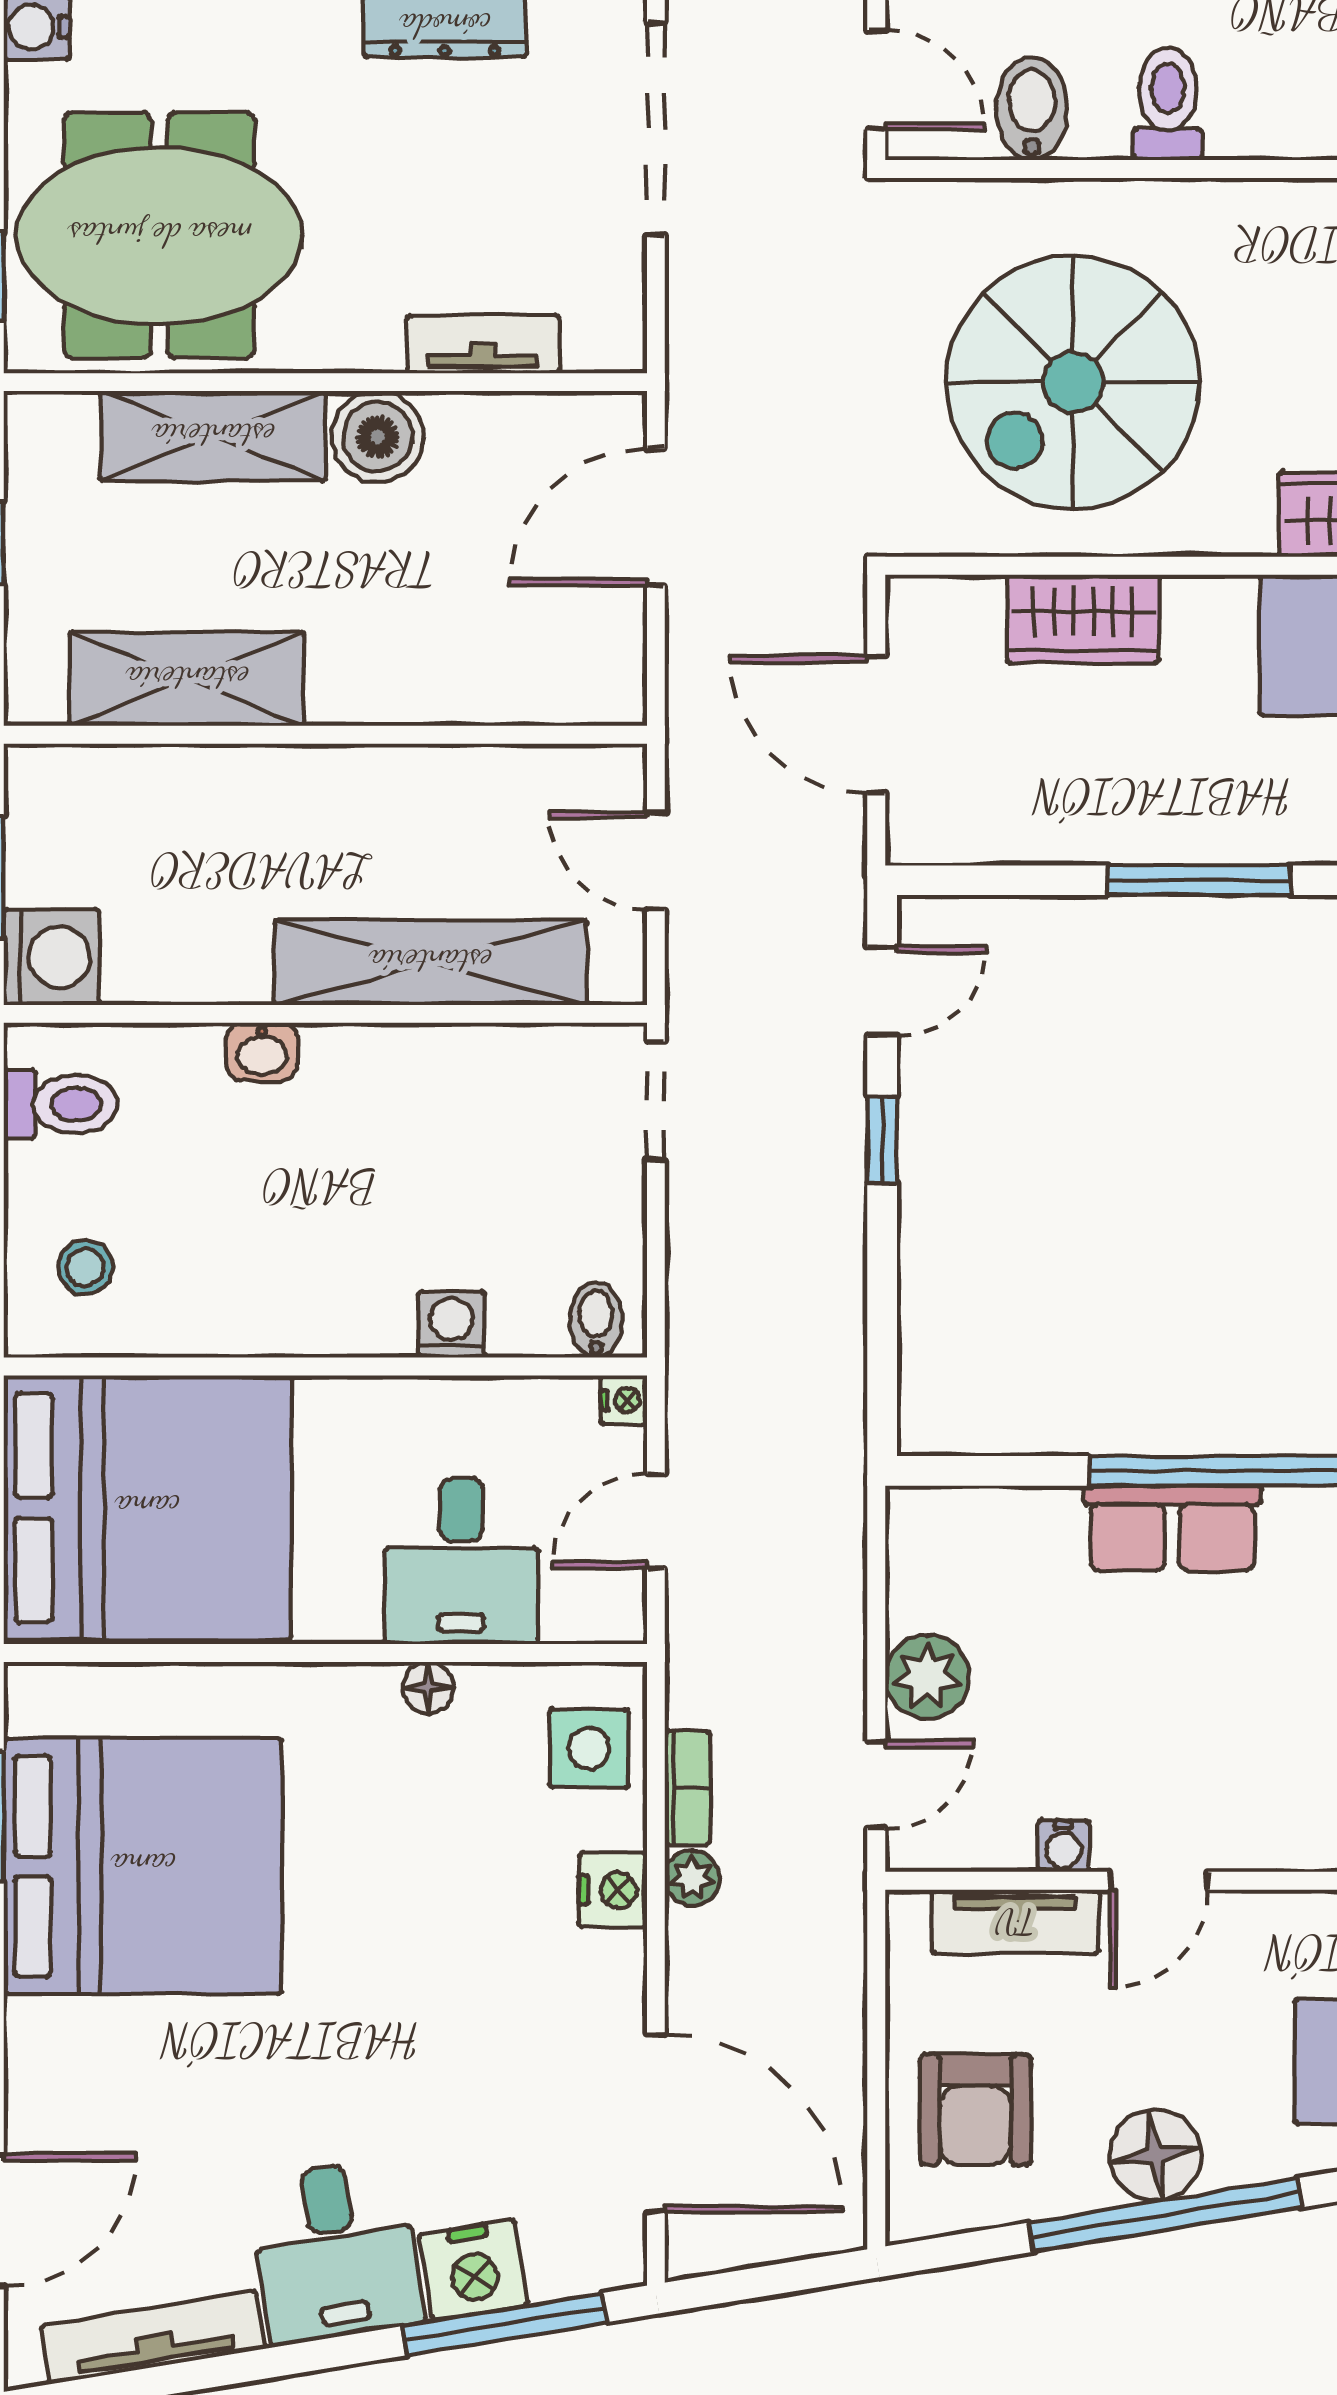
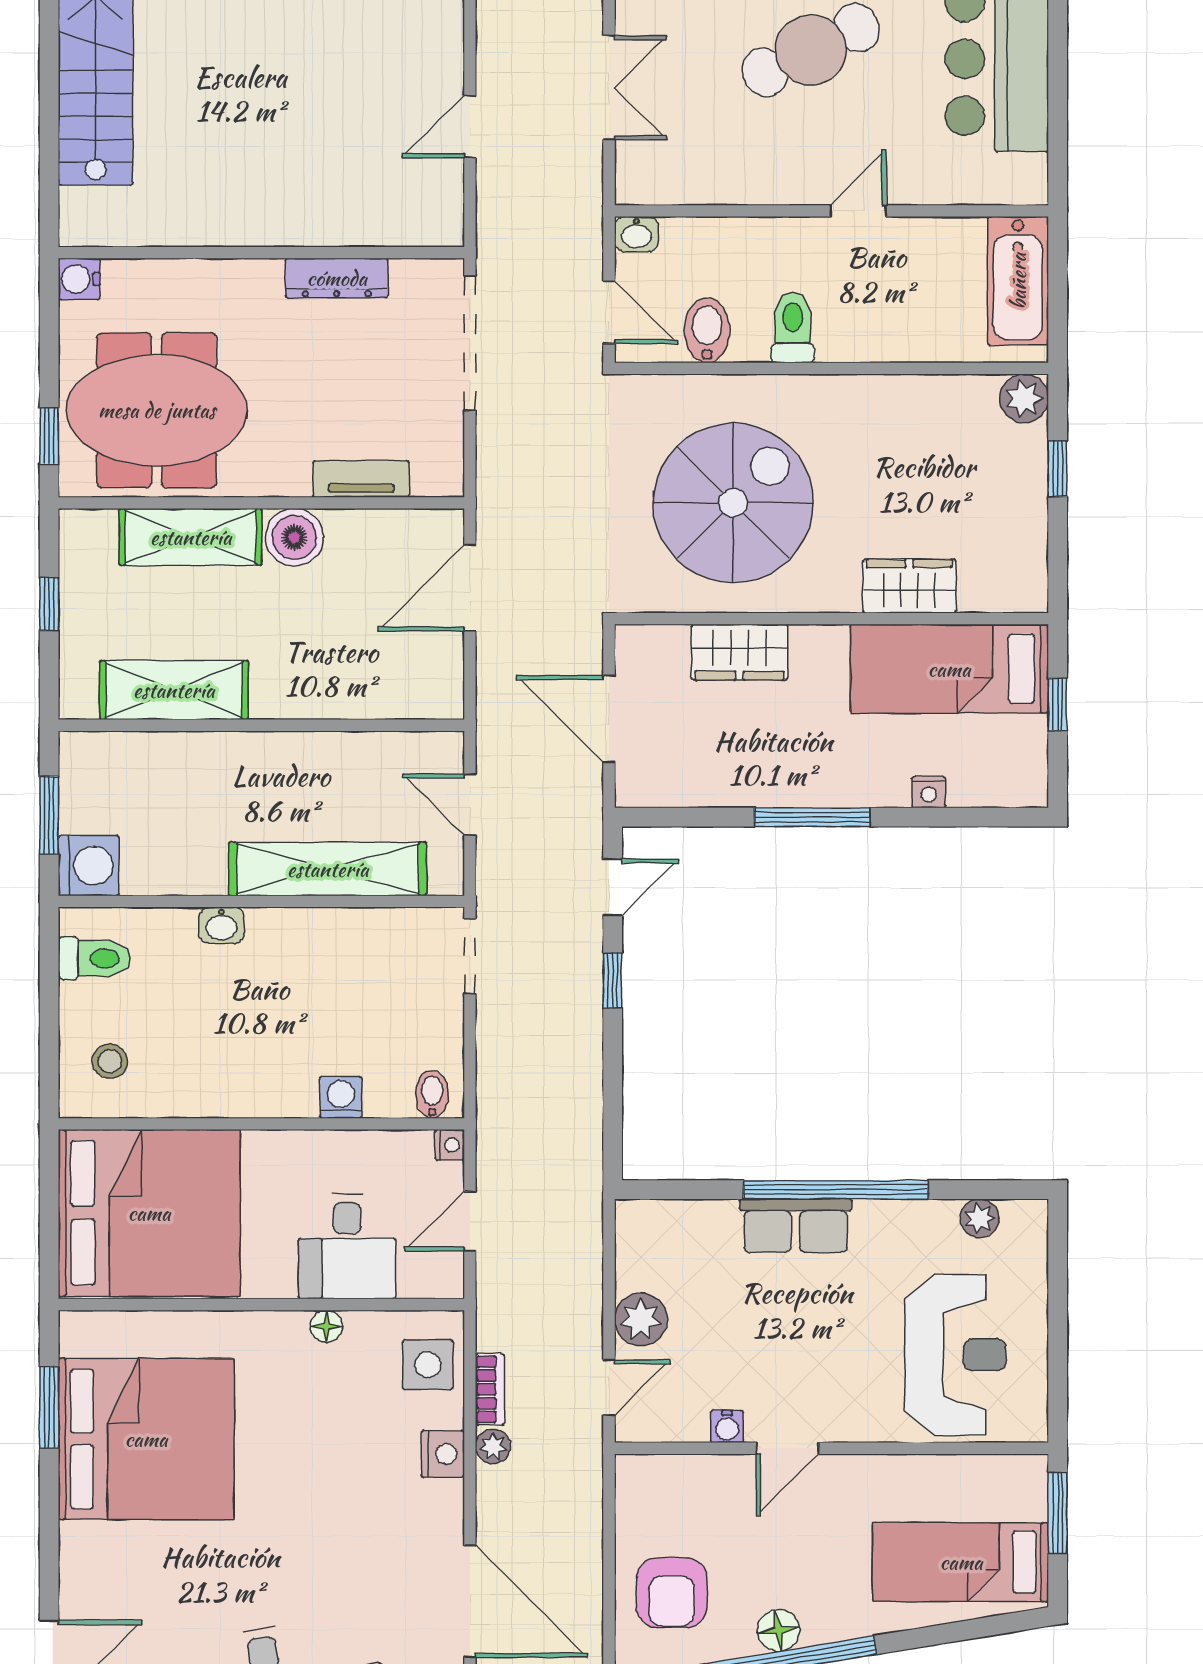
spiral stairs: (1073, 382) -> (733, 503), turned 180
tv unit: (1015, 1922) -> (697, 1474), removed
floor lamp: (1155, 2155) -> (778, 1630), width x0.73, depth x0.73

